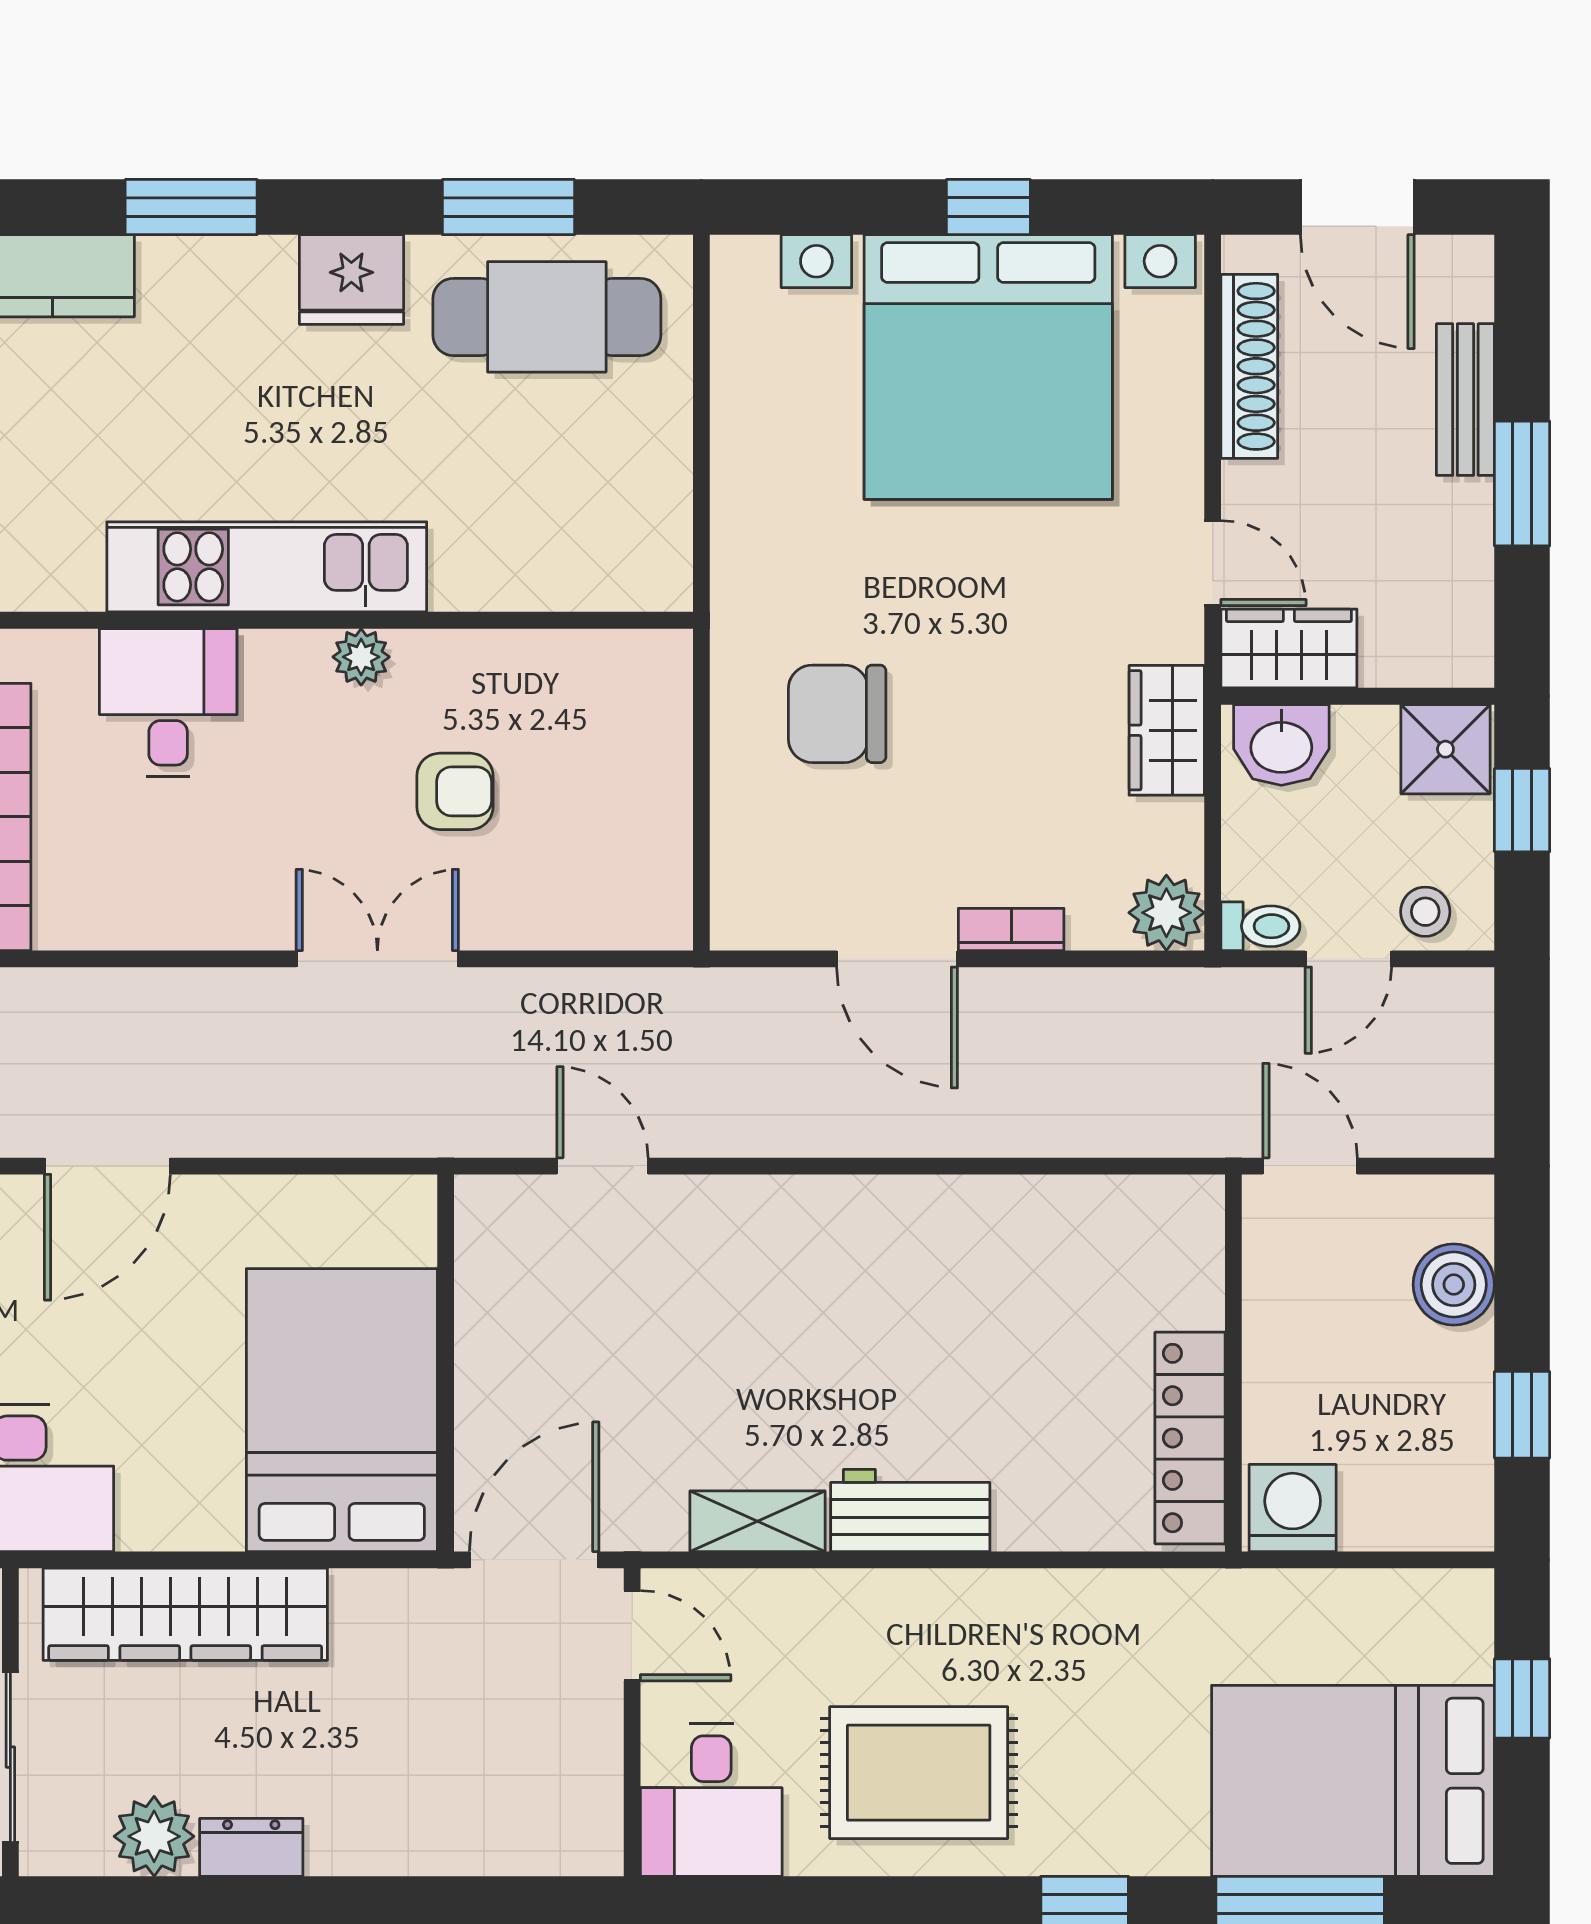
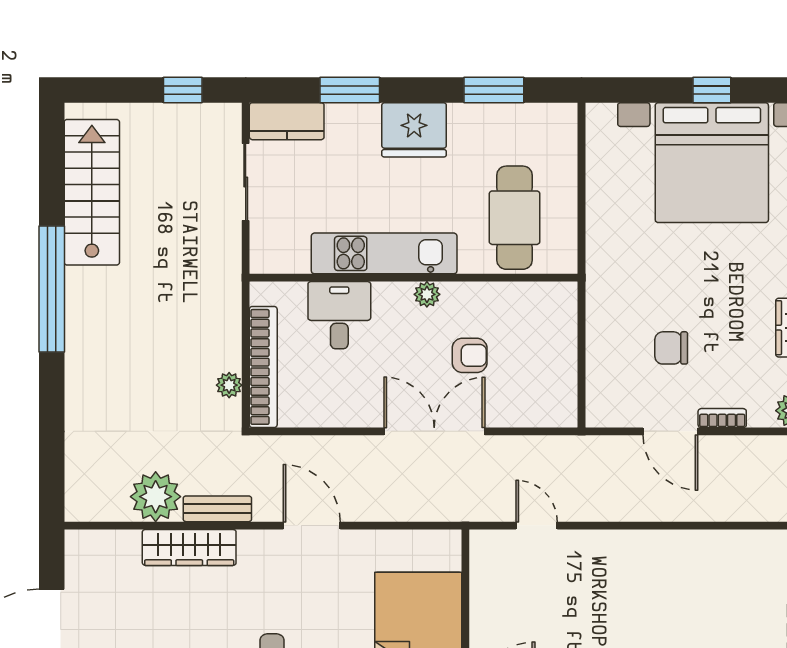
fridge: (351, 280) -> (414, 130), width x1.36, depth x1.34
cafe table: (547, 317) -> (515, 218), moved, turned 90
chair: (837, 714) -> (671, 348), moved, width x0.73, depth x0.73
double door: (377, 959) -> (434, 431), width x1.37
door: (107, 1166) -> (312, 526), swing flipped

